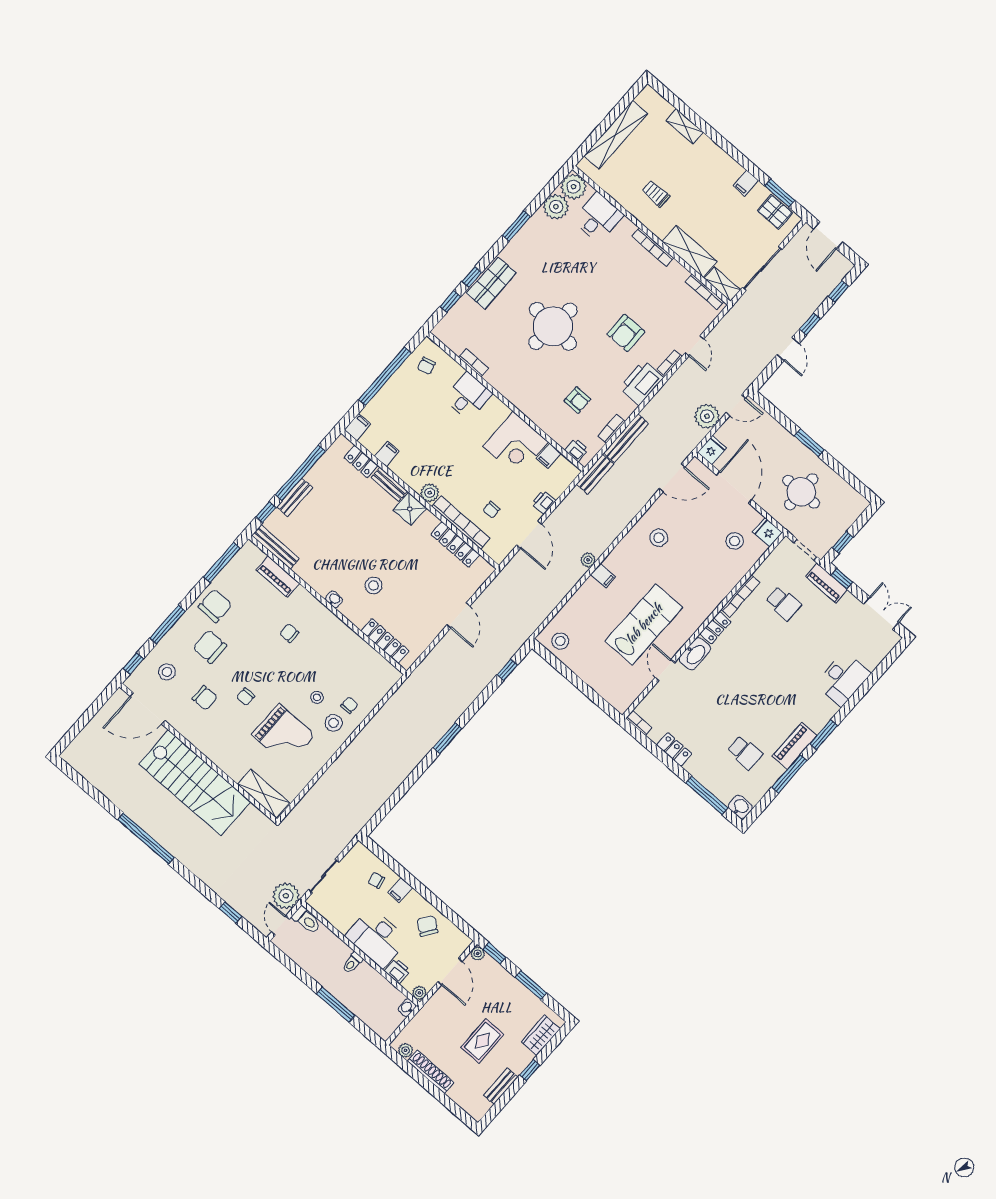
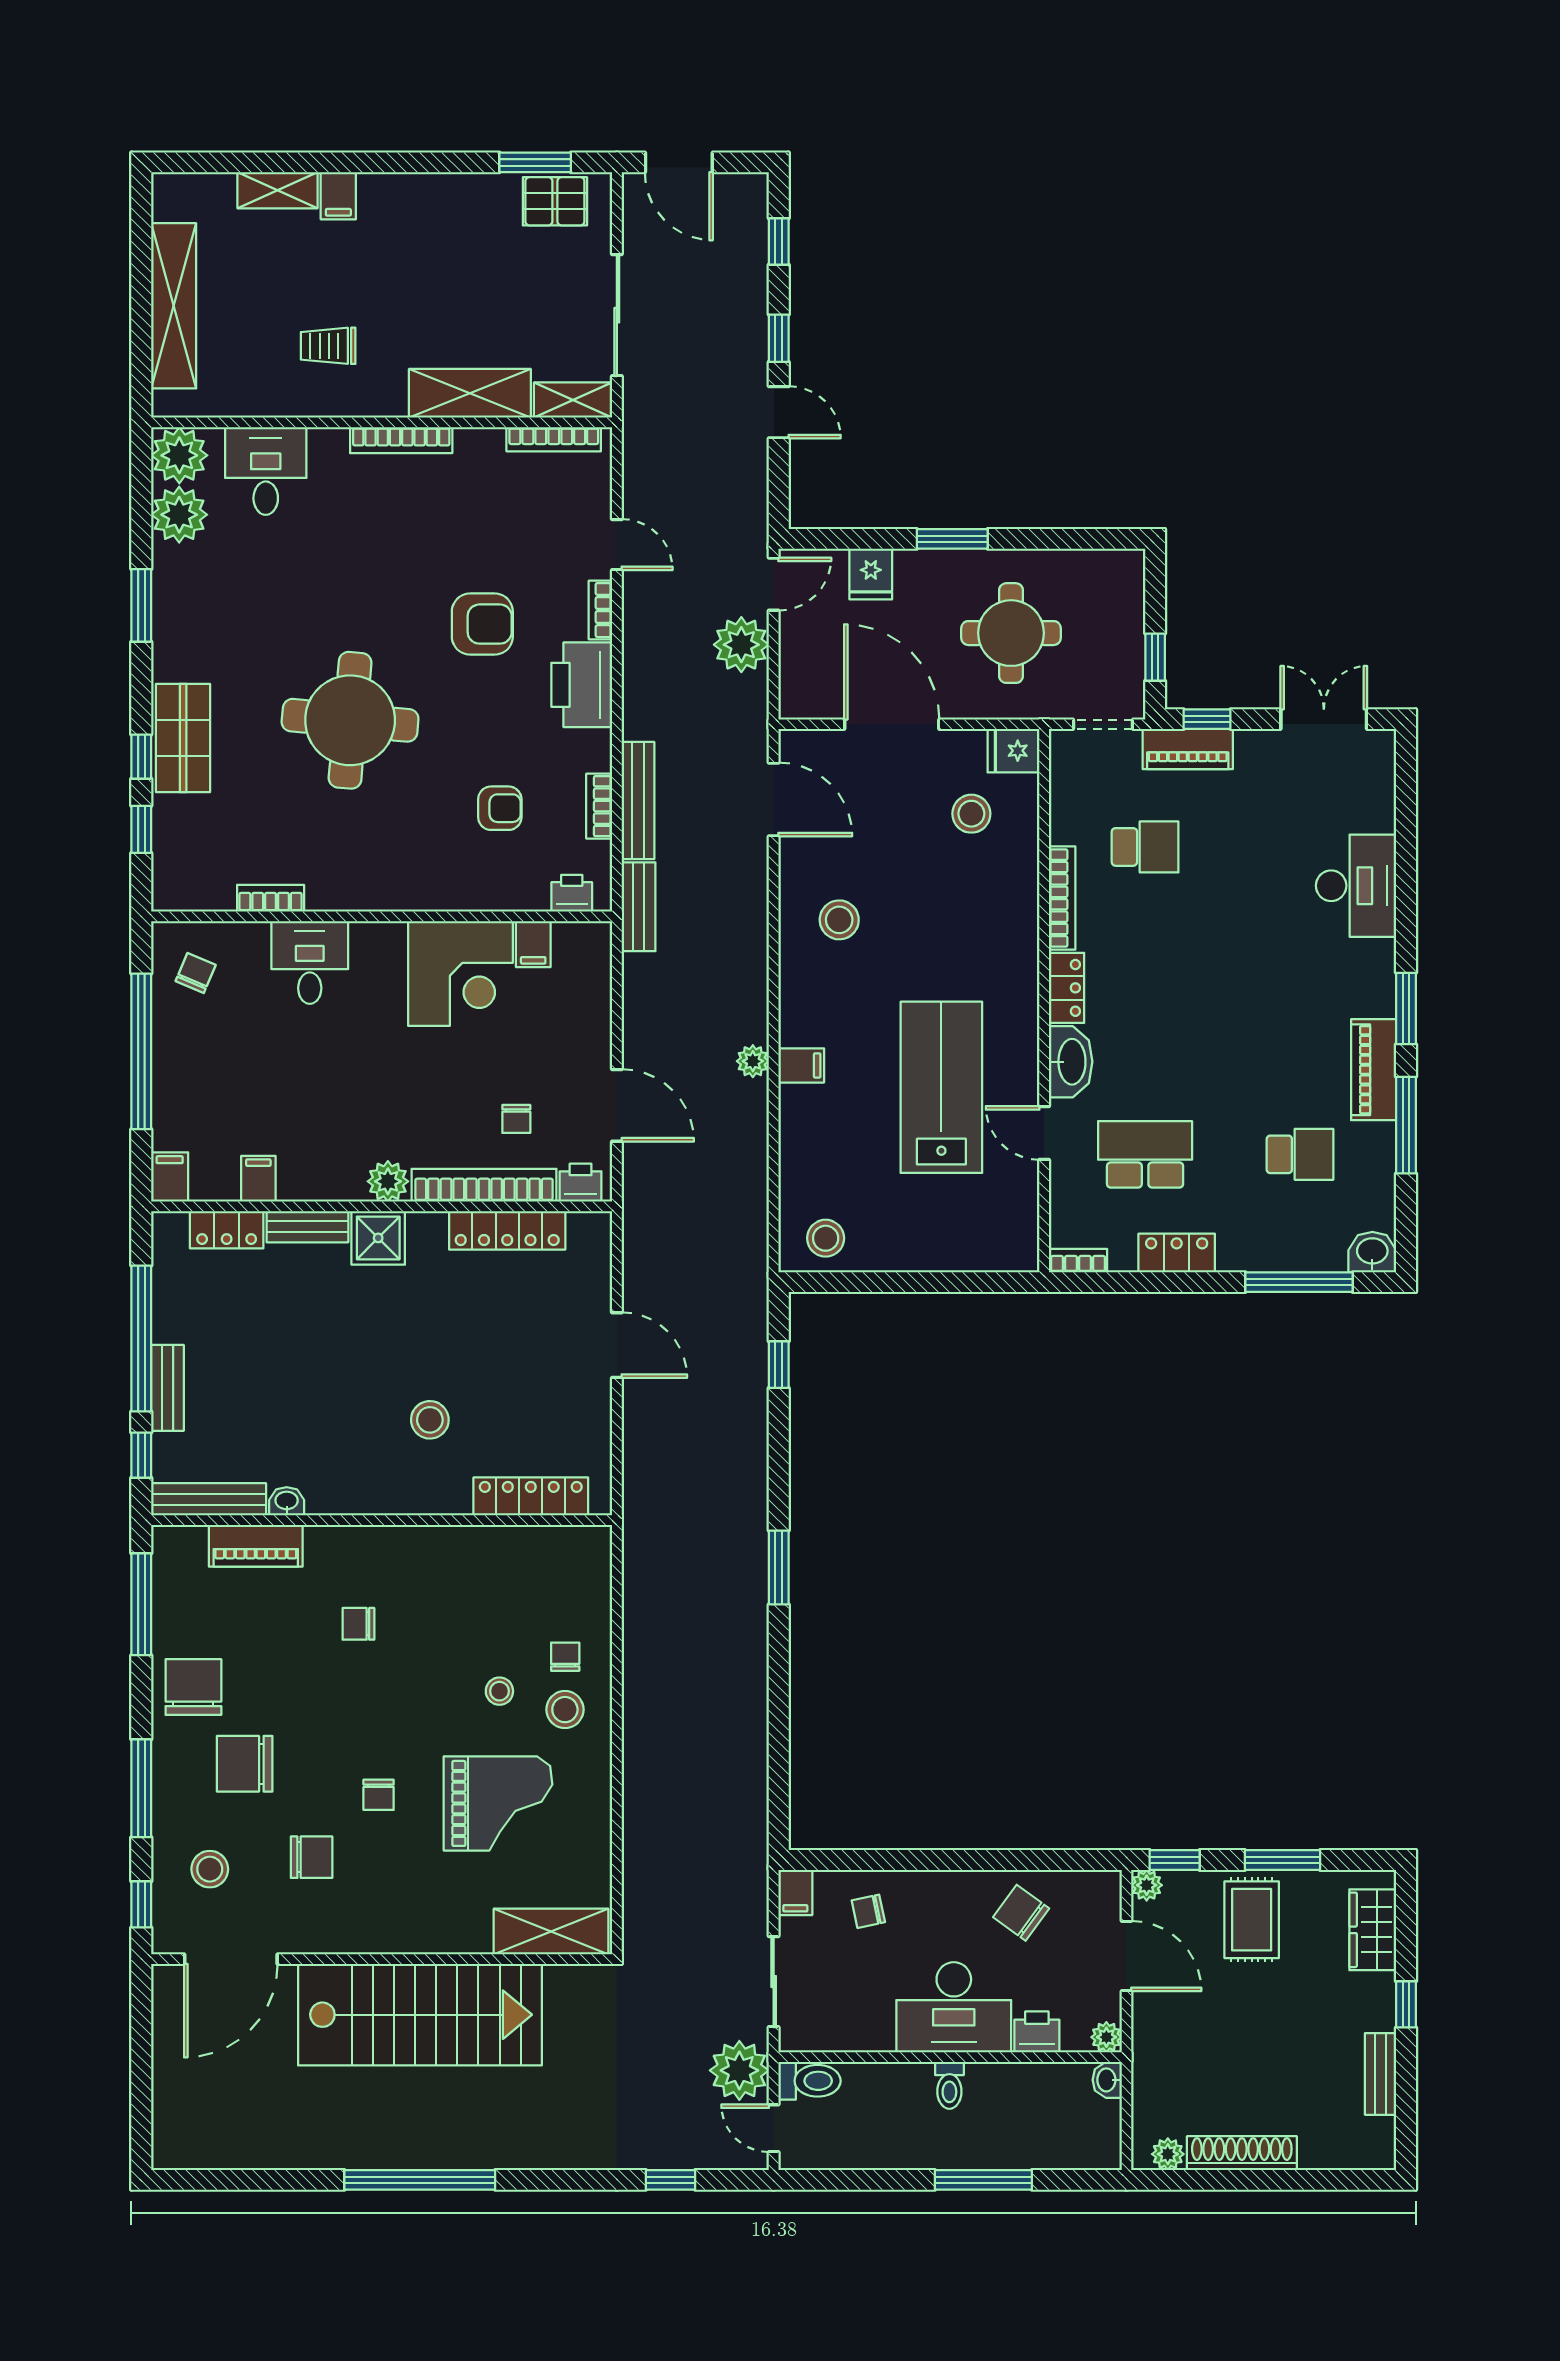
filing cabinet: (746, 183) -> (338, 196), moved
armchair: (626, 333) -> (482, 624), turned -90
chair: (426, 366) -> (196, 973), turned -143
fridge: (712, 450) -> (871, 574), moved, turned 180
door: (672, 478) -> (774, 799), hinge flipped
printer: (544, 502) -> (581, 1183), moved, turned 90
washbasin: (334, 599) -> (287, 1501), moved
school desk: (693, 707) -> (1145, 1154), added
filing cabinet: (400, 890) -> (795, 1892), moved
rug: (482, 1041) -> (1252, 1920), moved

